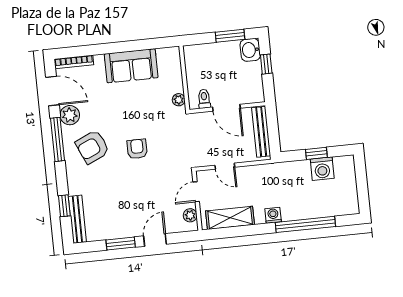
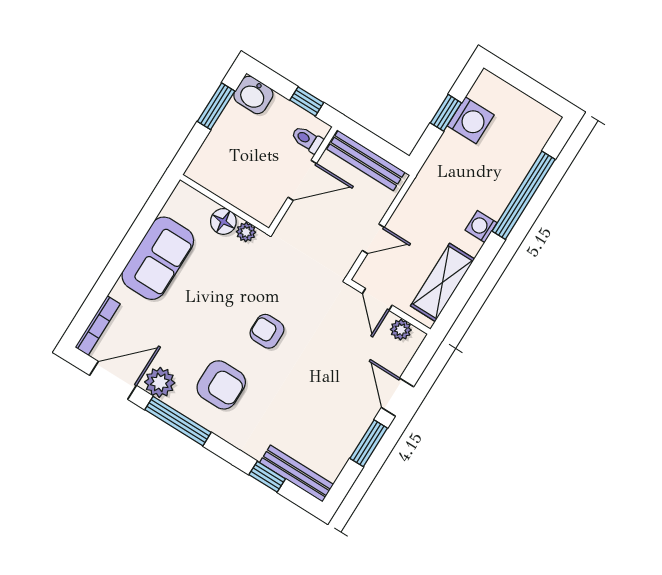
window: (266, 64) -> (307, 101), moved
floor lamp: (175, 84) -> (223, 221), added
toilet: (204, 99) -> (307, 139), moved
armchair: (92, 147) -> (221, 385), turned -66

